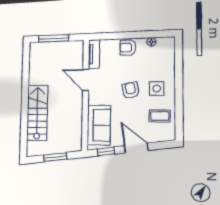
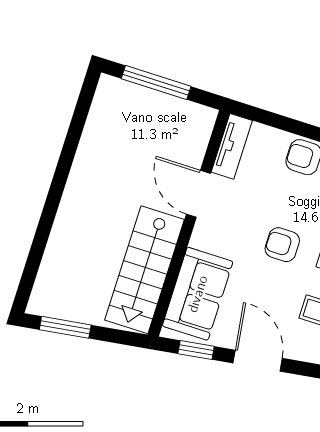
armchair: (131, 90) -> (282, 245), turned -80
stairs: (37, 113) -> (145, 270), moved, turned 180
window: (55, 157) -> (65, 327), moved

